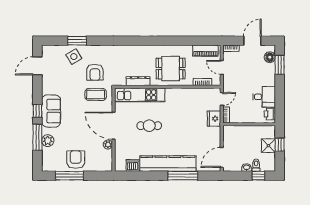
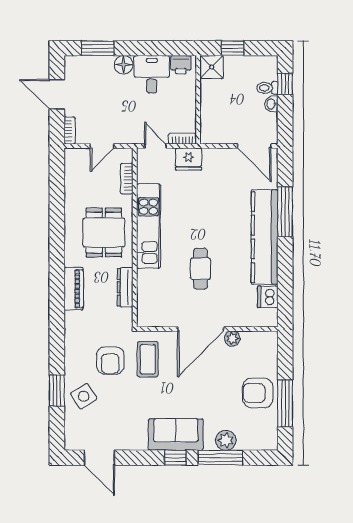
piano: (205, 51) -> (74, 289), moved
floor lamp: (270, 57) -> (123, 65), moved
armchair: (95, 72) -> (110, 360), turned 90
kitchen unit: (140, 95) -> (148, 226), moved
shower: (268, 146) -> (212, 67), moved

